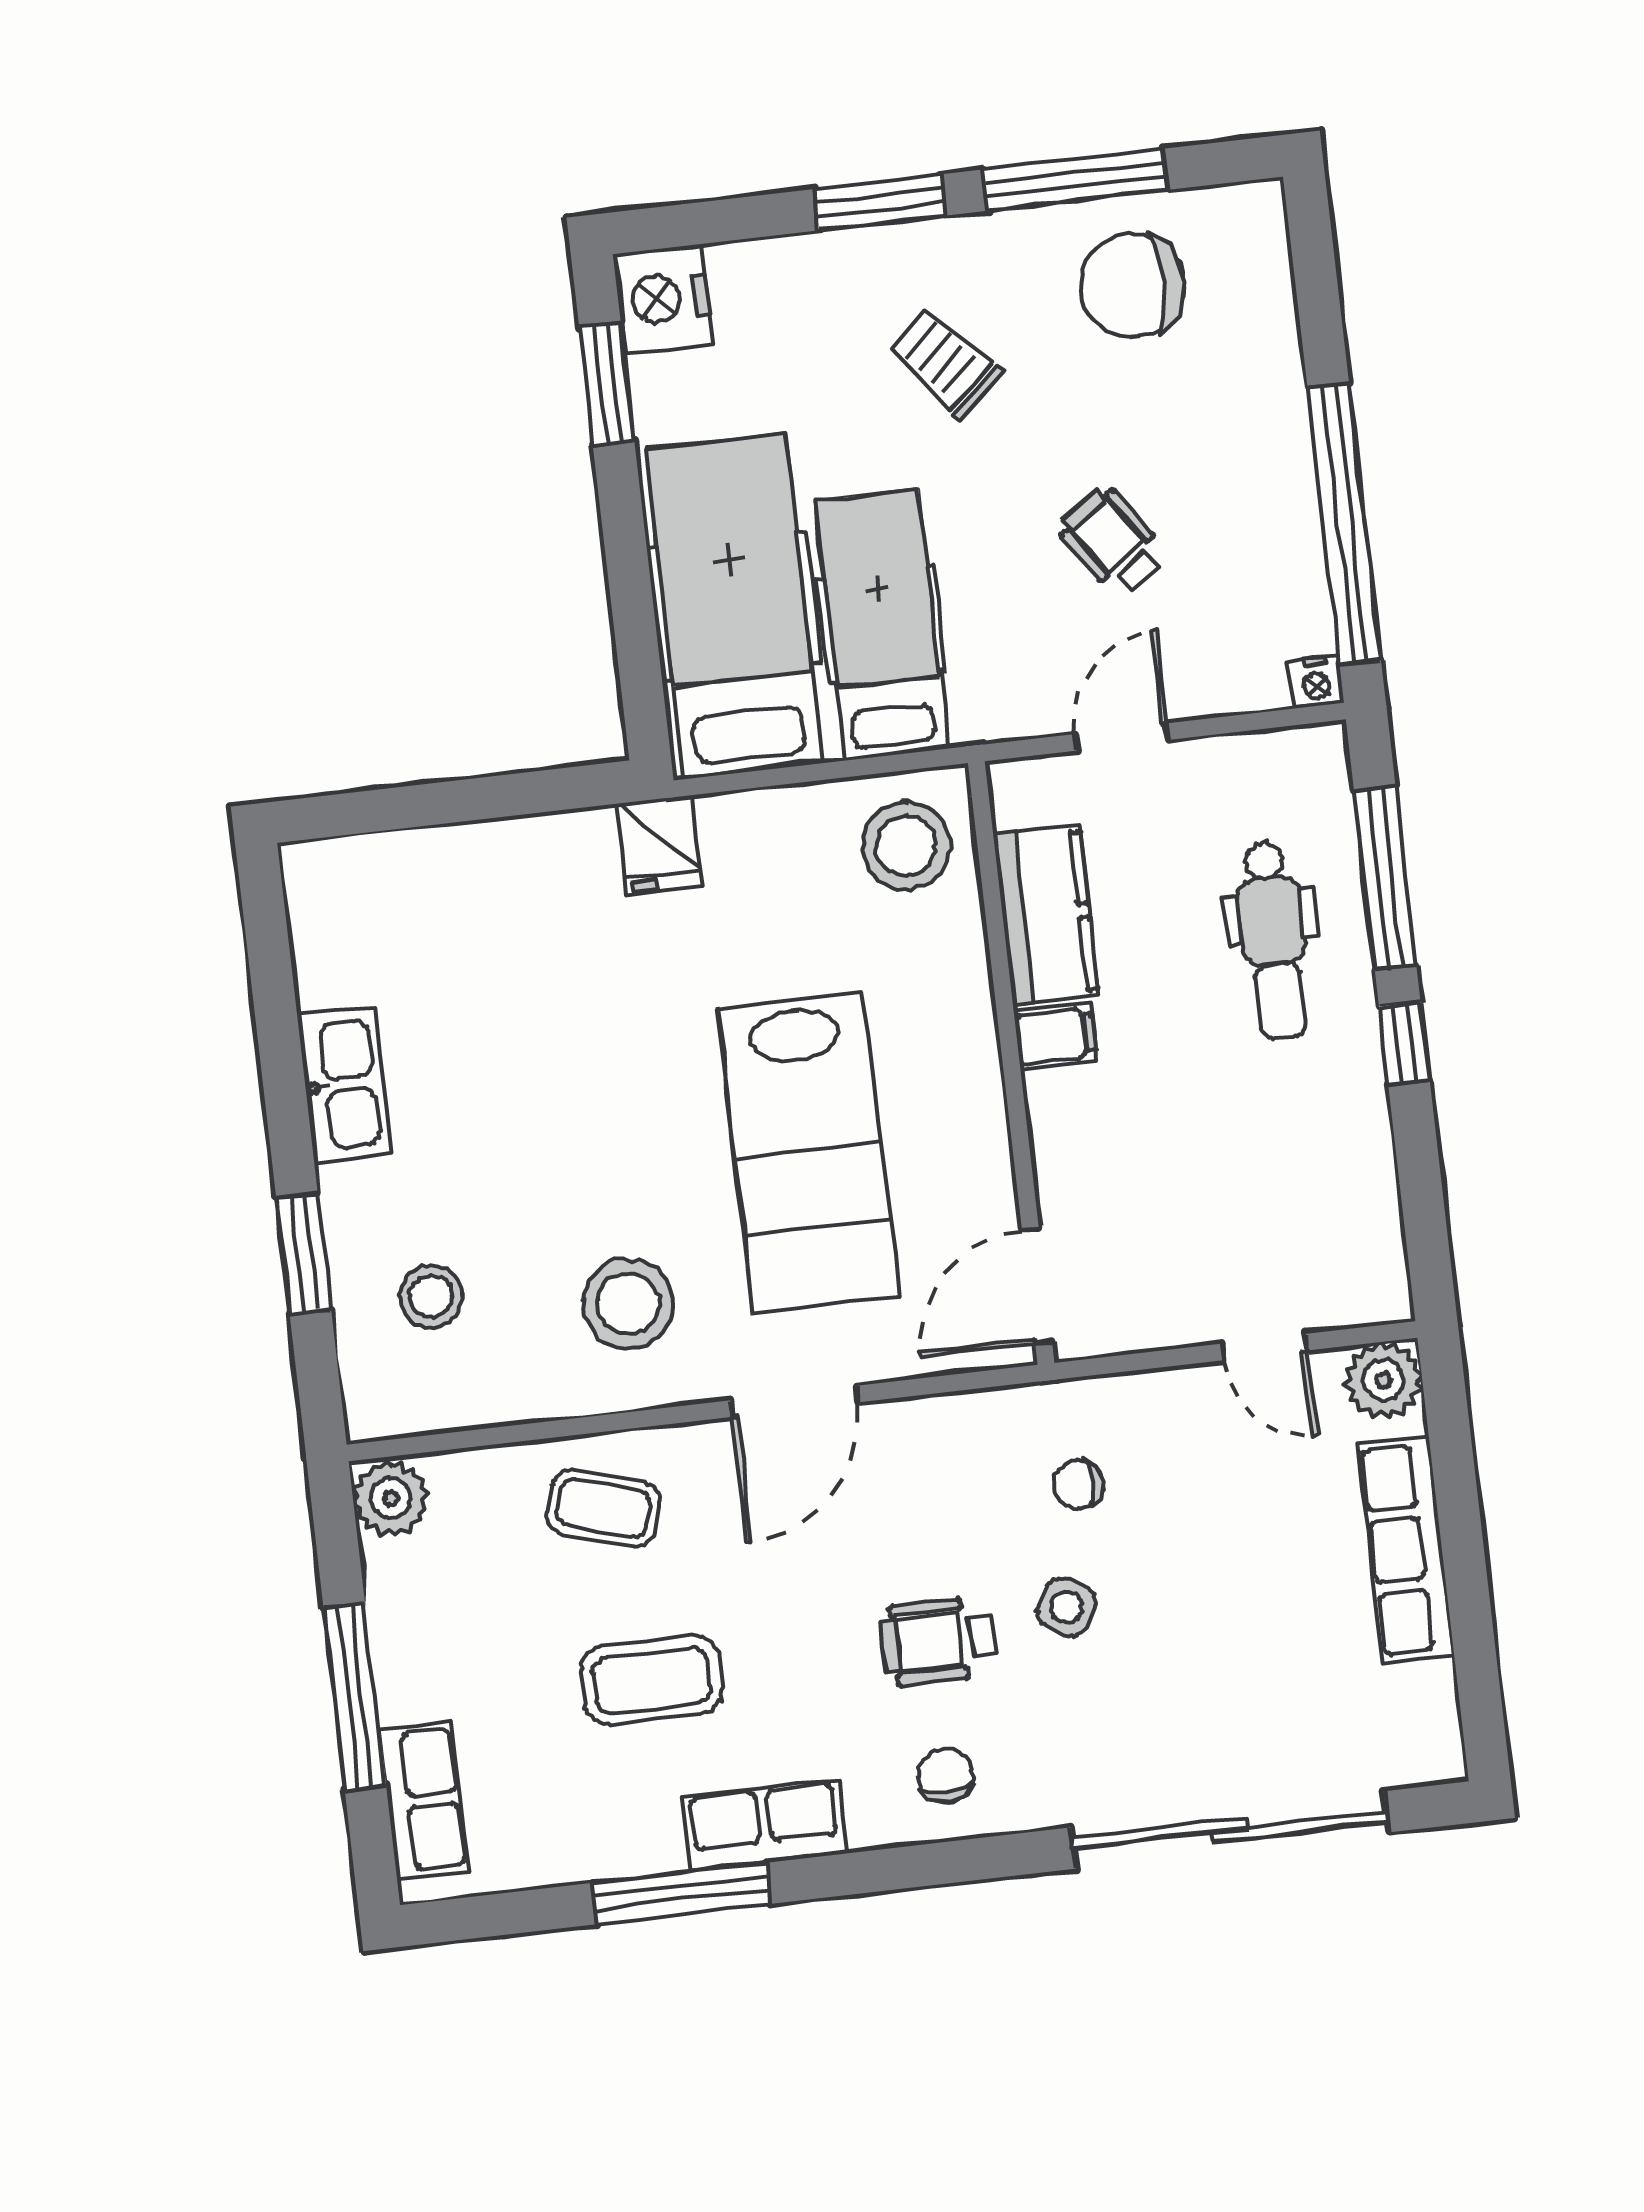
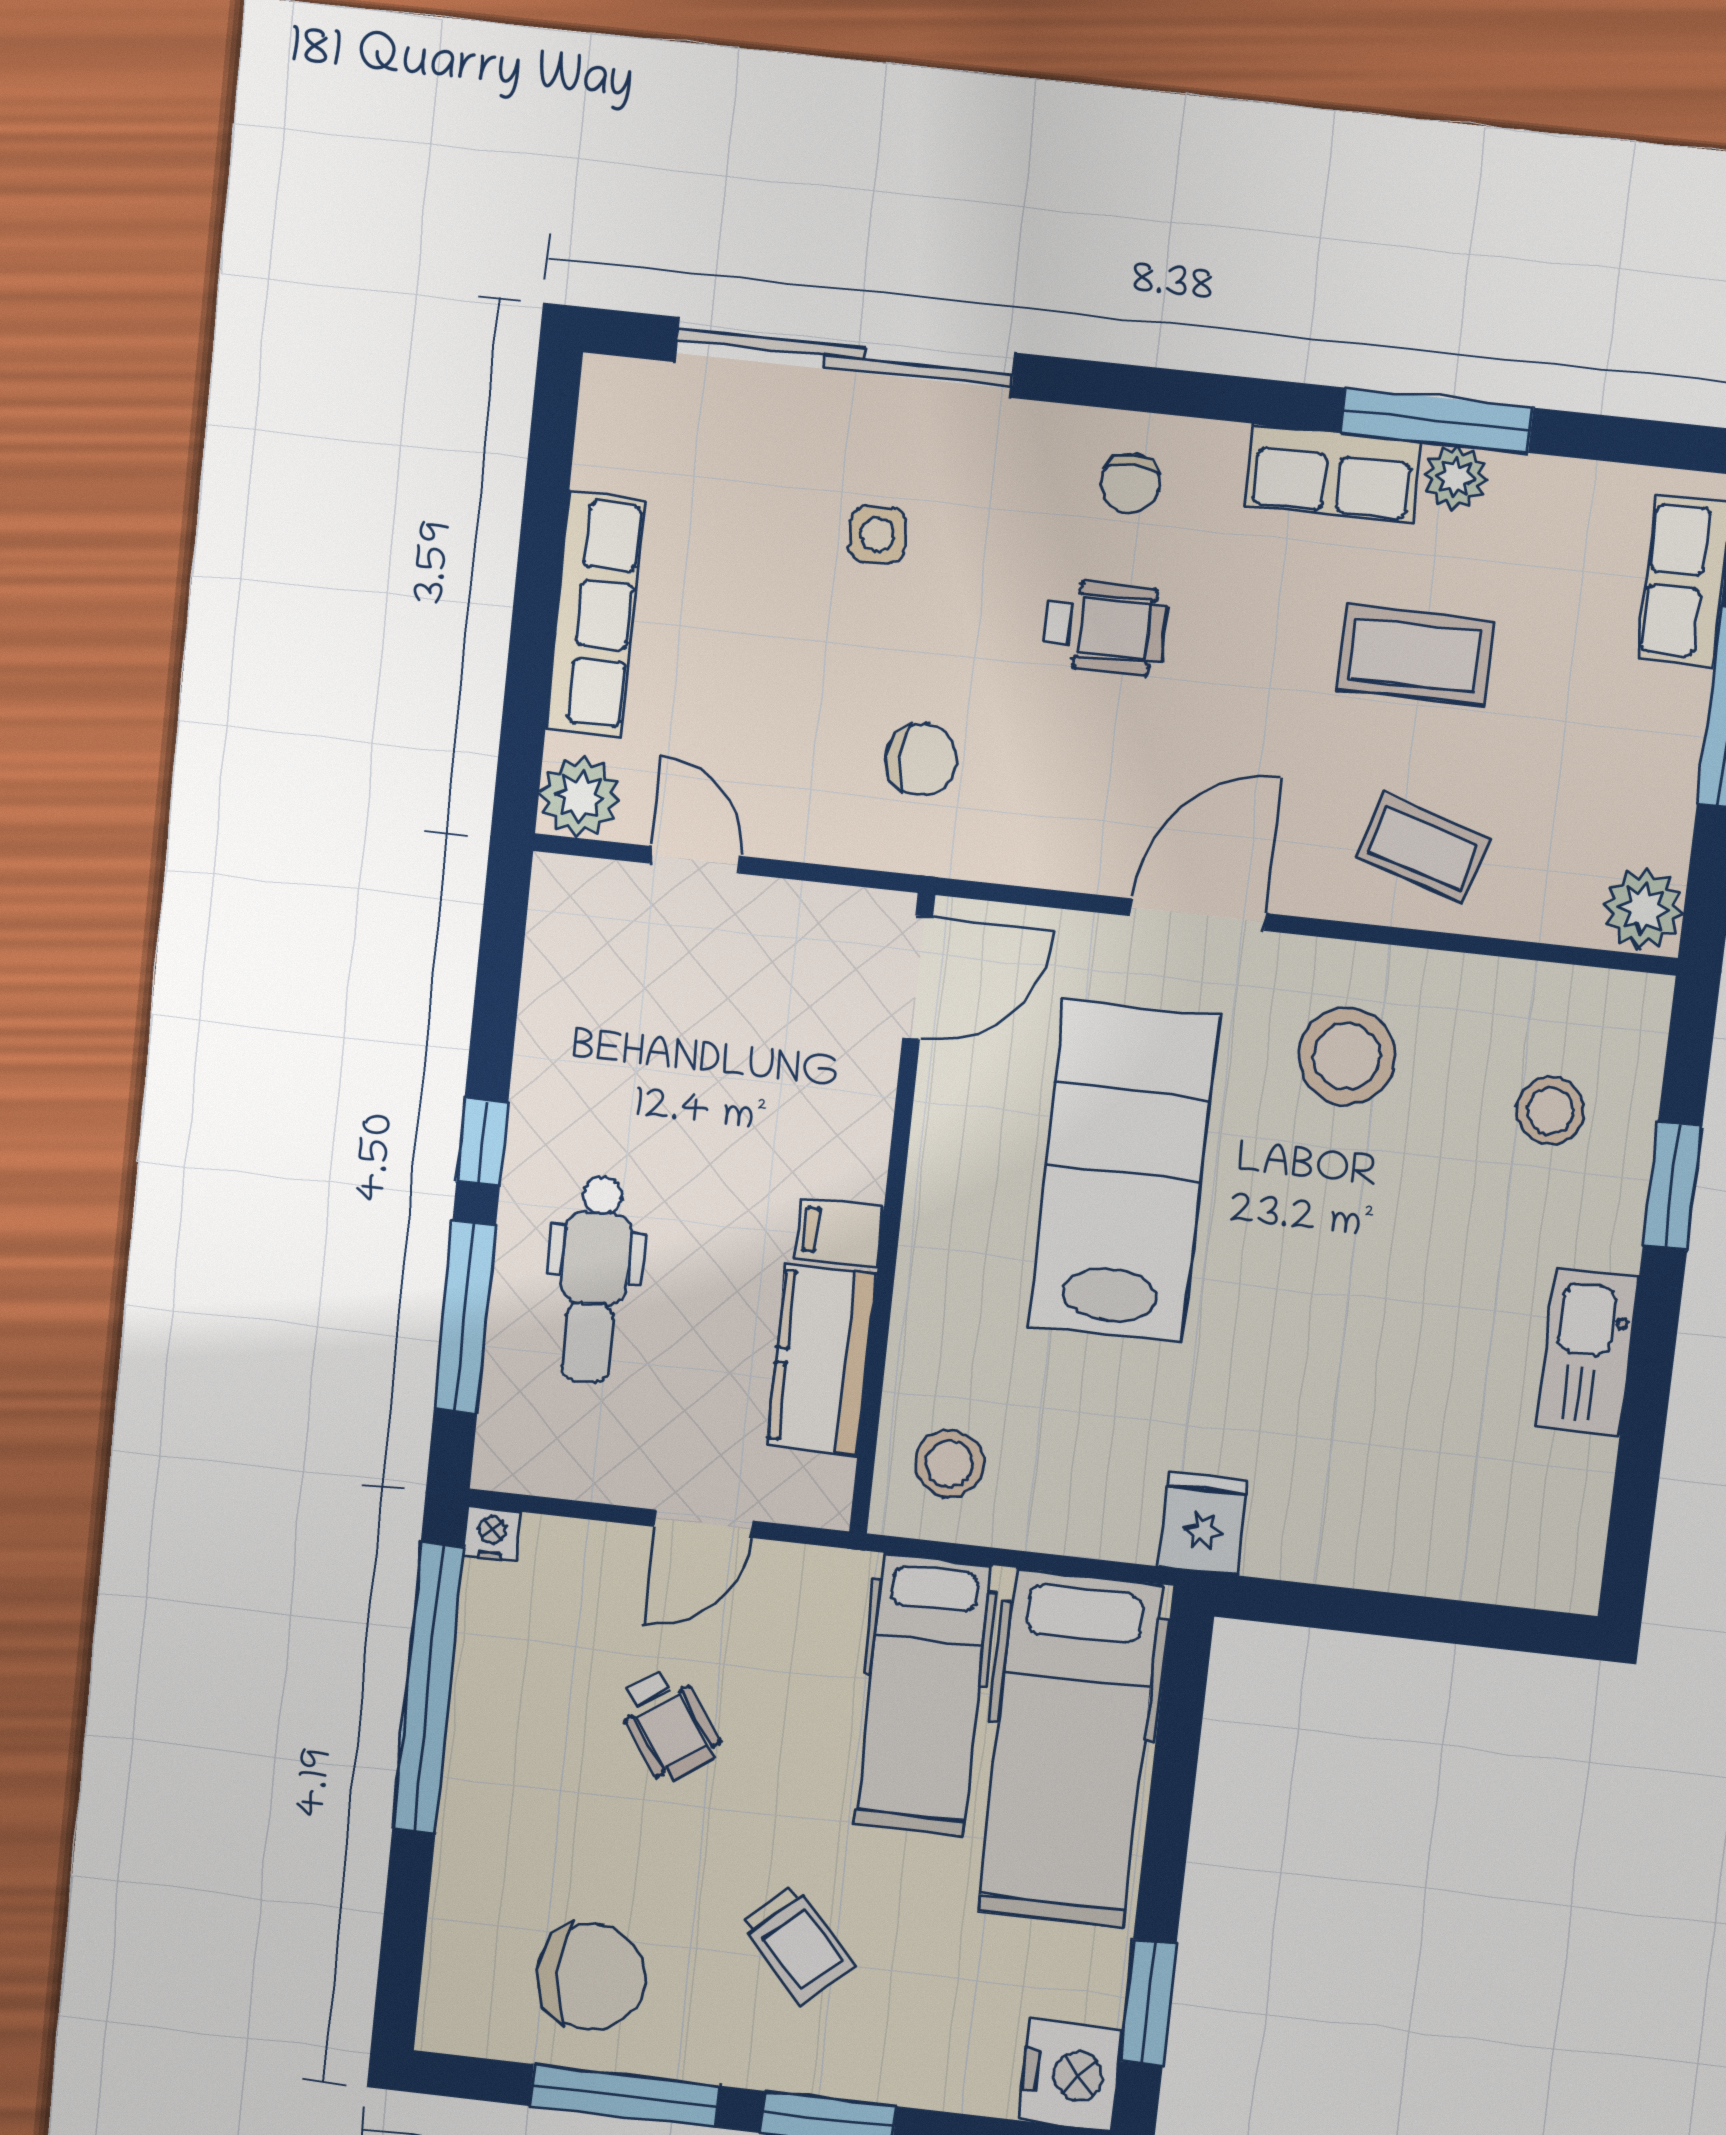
stool: (906, 846) -> (950, 1464), width x0.73, depth x0.73
dental chair: (1273, 941) -> (594, 1279), turned 180
chair: (1078, 1485) -> (921, 760), width x1.37, depth x1.37
side table: (1066, 1607) -> (877, 535), moved, turned -35
plant: (653, 1846) -> (1455, 478), added

